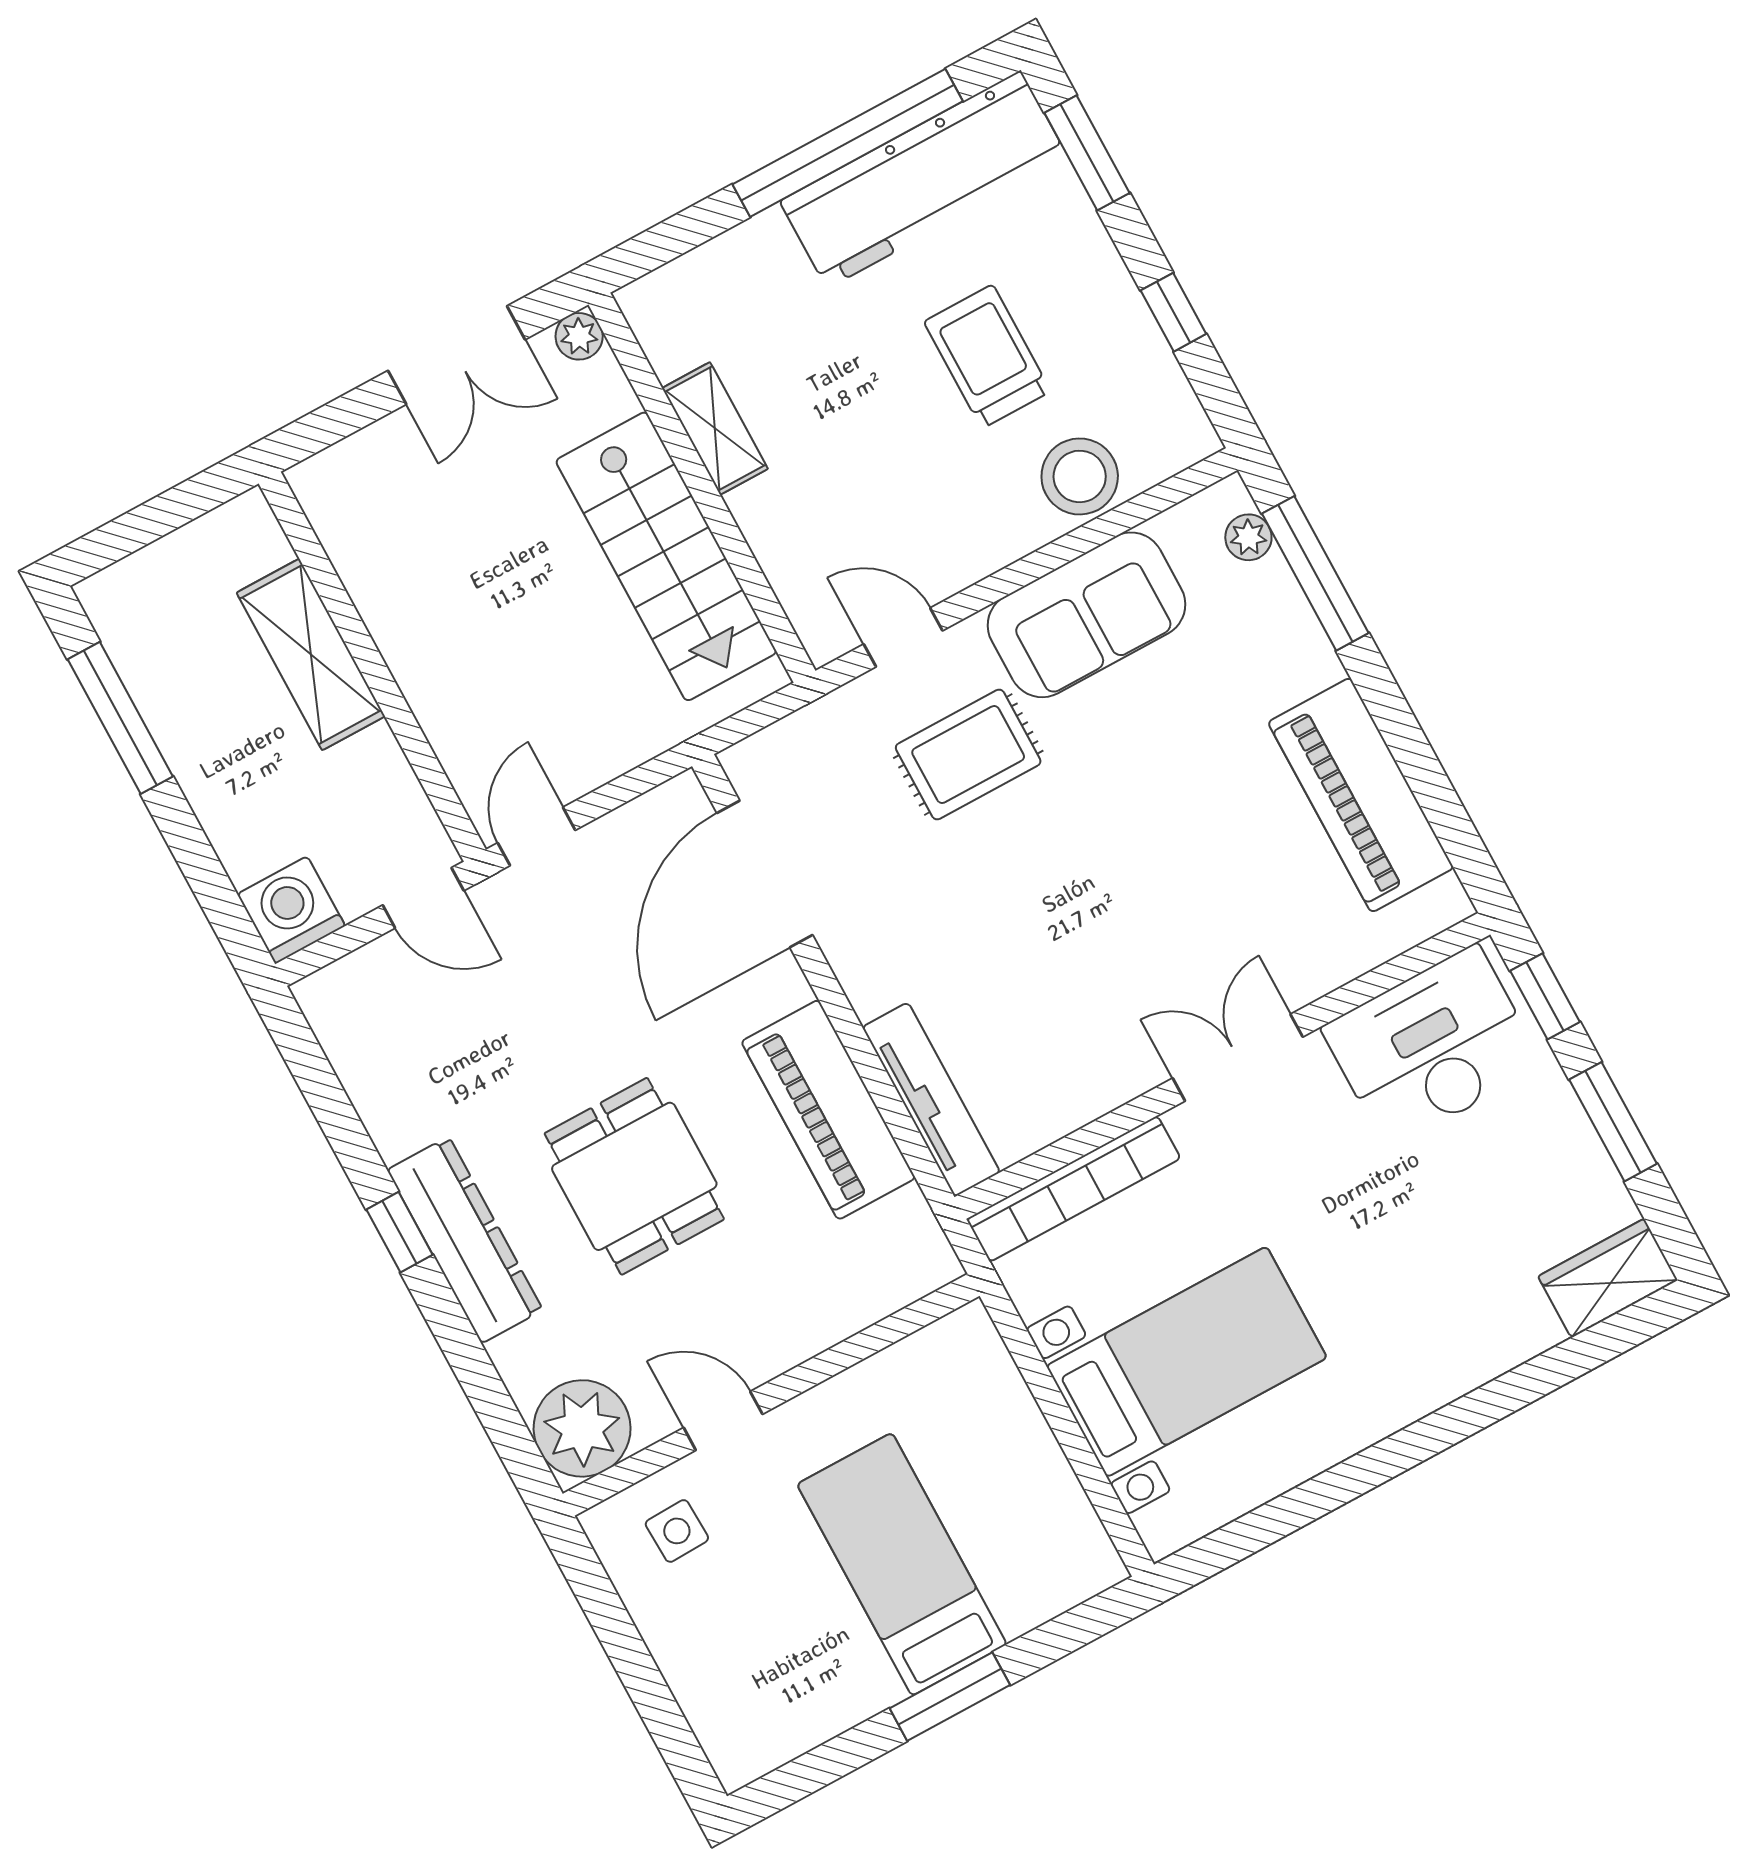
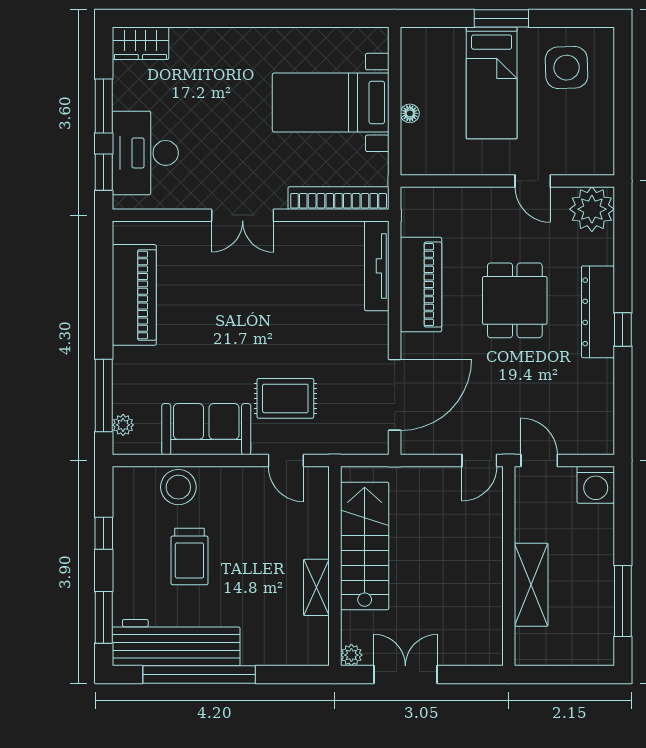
desk: (1432, 1047) -> (145, 153), moved, turned 90
floor lamp: (1026, 1423) -> (410, 113), added
side table: (677, 1531) -> (567, 68), moved, width x1.87, depth x1.87

